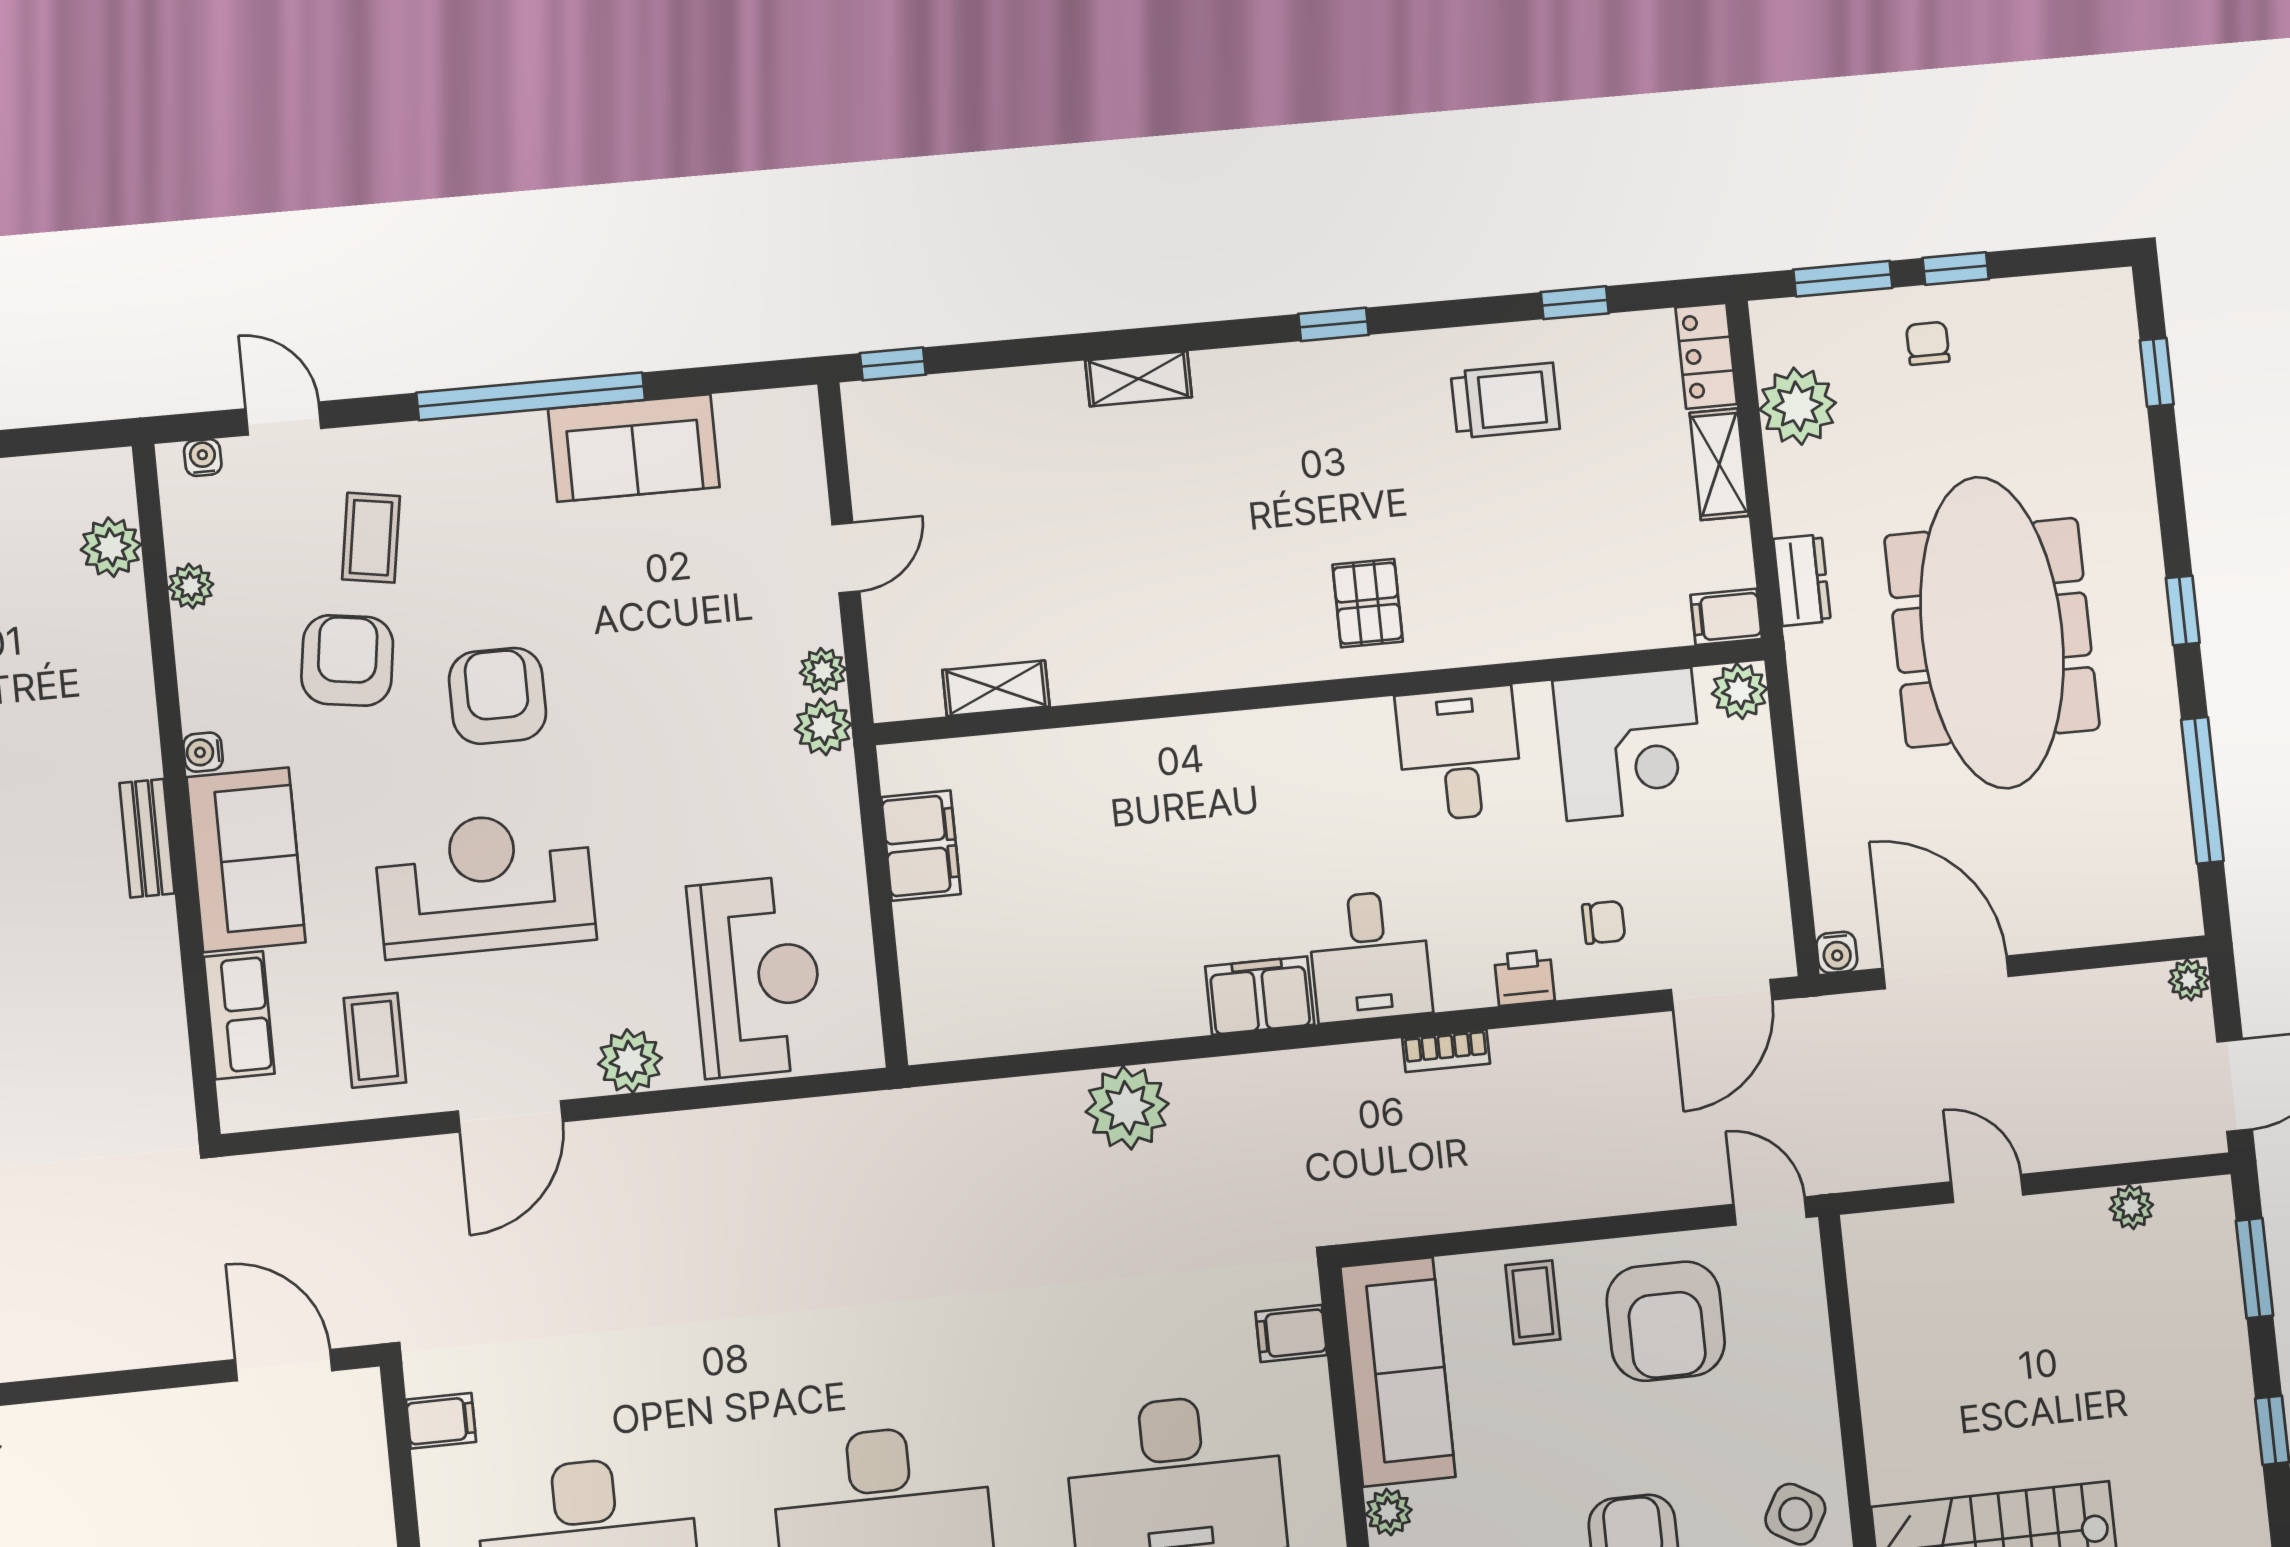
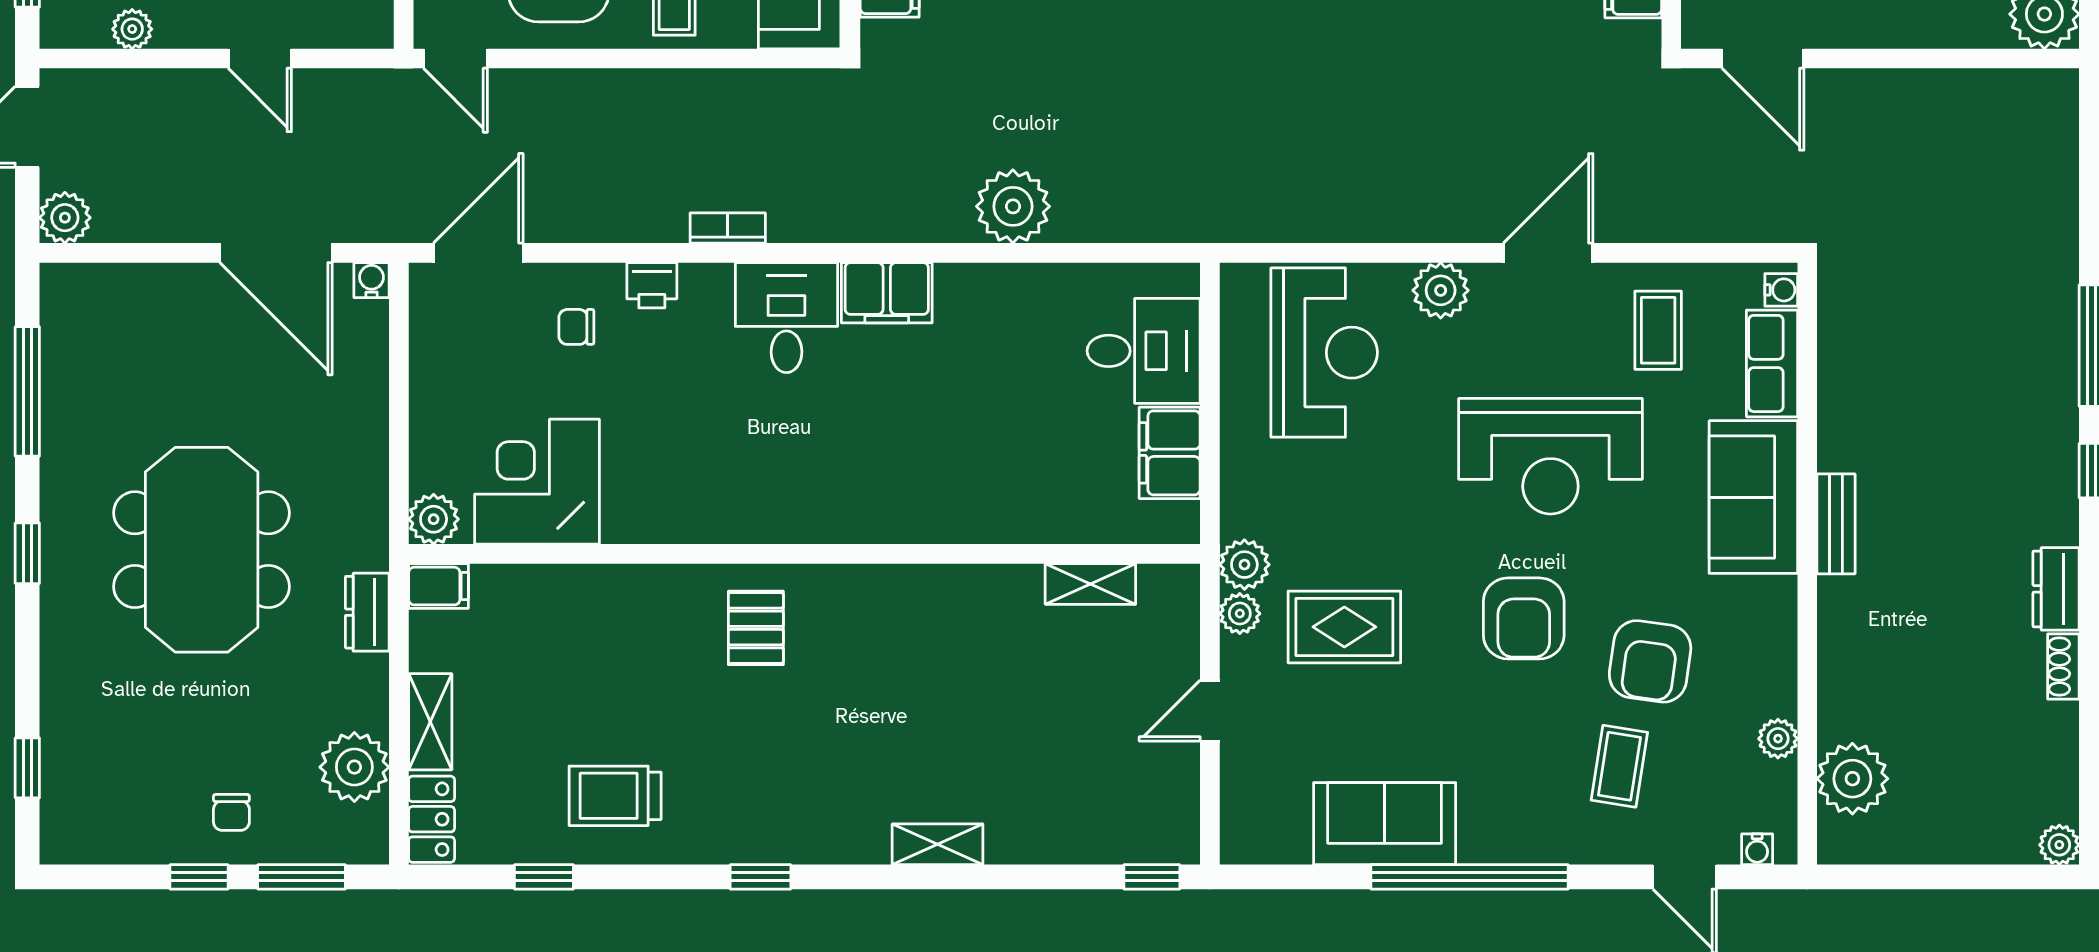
plant: (111, 547) -> (1852, 779), width x1.36, depth x1.36
meeting table: (1992, 633) -> (202, 550), width x0.73
rug: (702, 667) -> (1344, 627), added
water cooler: (203, 752) -> (1781, 290), moved
desk: (1459, 754) -> (1144, 351), moved, turned -90
reception desk: (756, 977) -> (1324, 353), turned 180
plant: (2189, 980) -> (65, 218), width x1.38, depth x1.38

